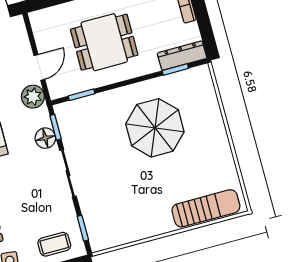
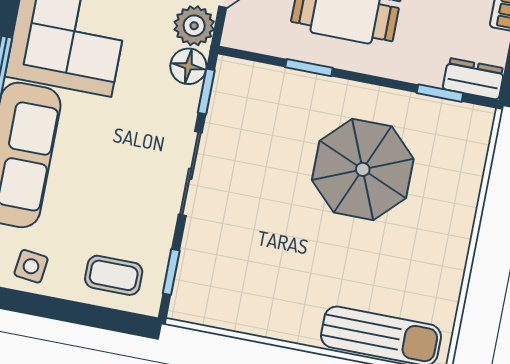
dresser: (182, 56) -> (474, 79), width x0.70
window: (82, 95) -> (309, 68), moved
floor lamp: (45, 138) -> (188, 66), moved

